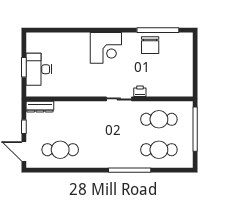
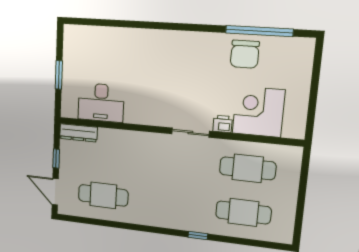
corner desk: (106, 48) -> (258, 112), moved, turned 180
desk: (39, 69) -> (101, 103), moved, turned -90
window: (195, 129) -> (302, 189), removed
window: (130, 170) -> (198, 235), width x0.32

